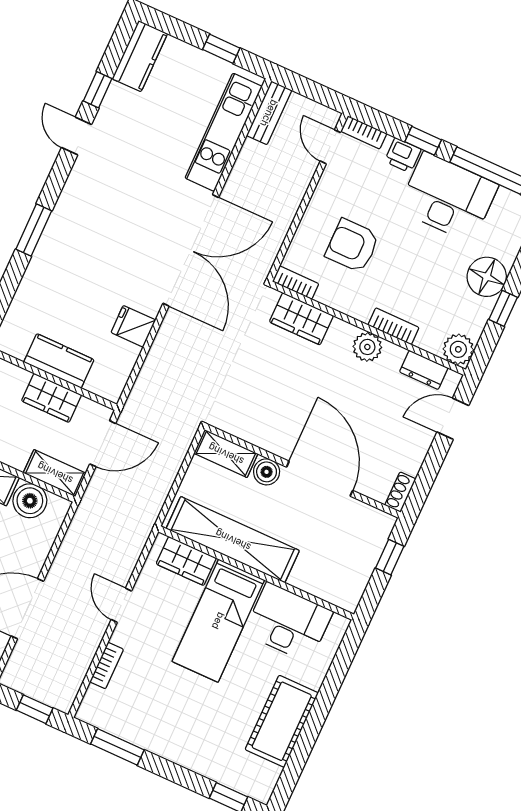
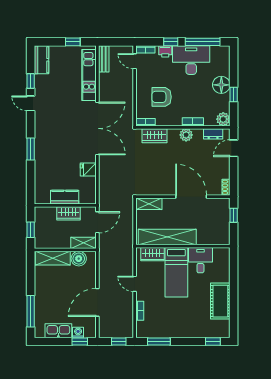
boiler: (267, 472) -> (169, 204), removed
desk: (288, 622) -> (200, 260), width x0.73

